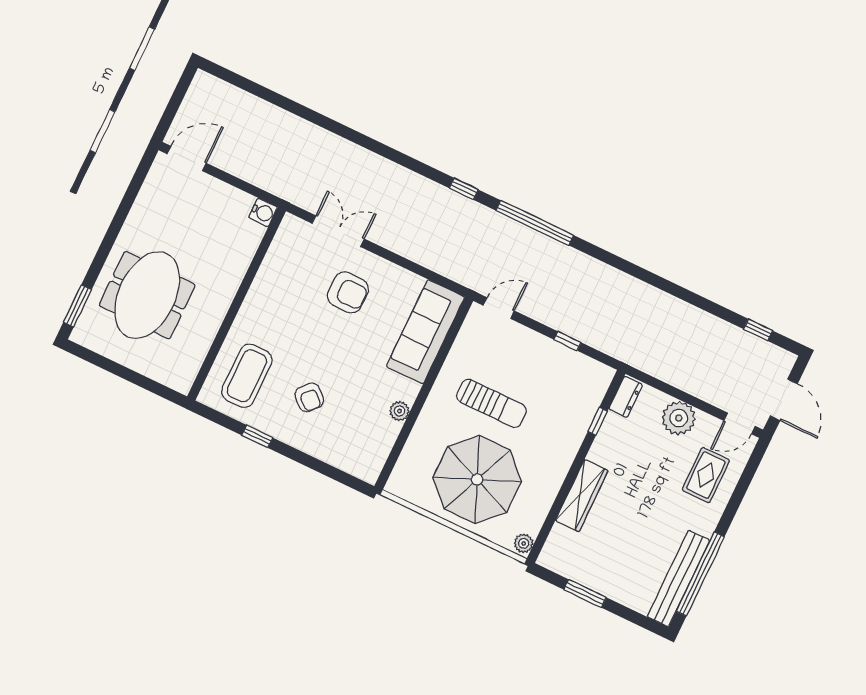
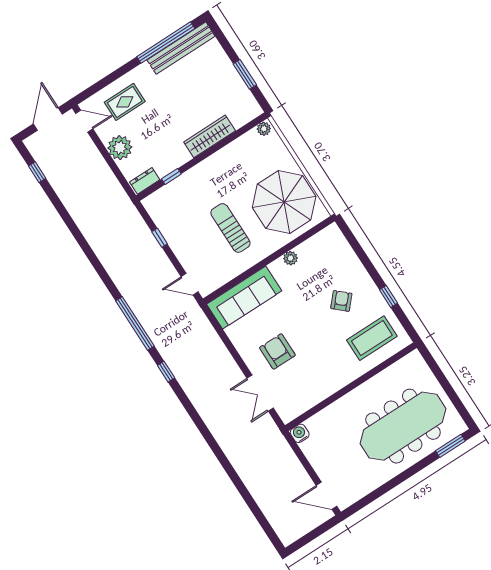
meeting table: (147, 295) -> (403, 426), width x1.36
parasol: (477, 479) -> (284, 202), moved

